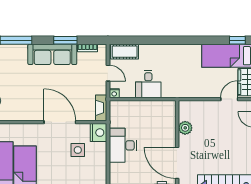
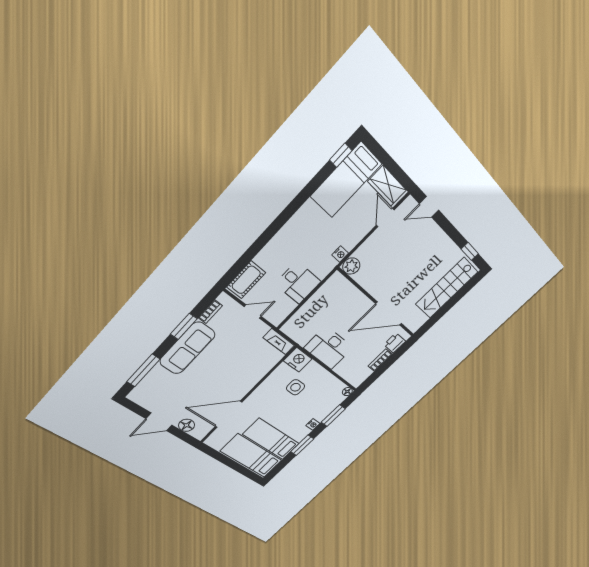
nightstand: (114, 93) -> (340, 254), moved
door: (60, 122) -> (229, 414), moved
plant: (185, 128) -> (351, 266), moved

